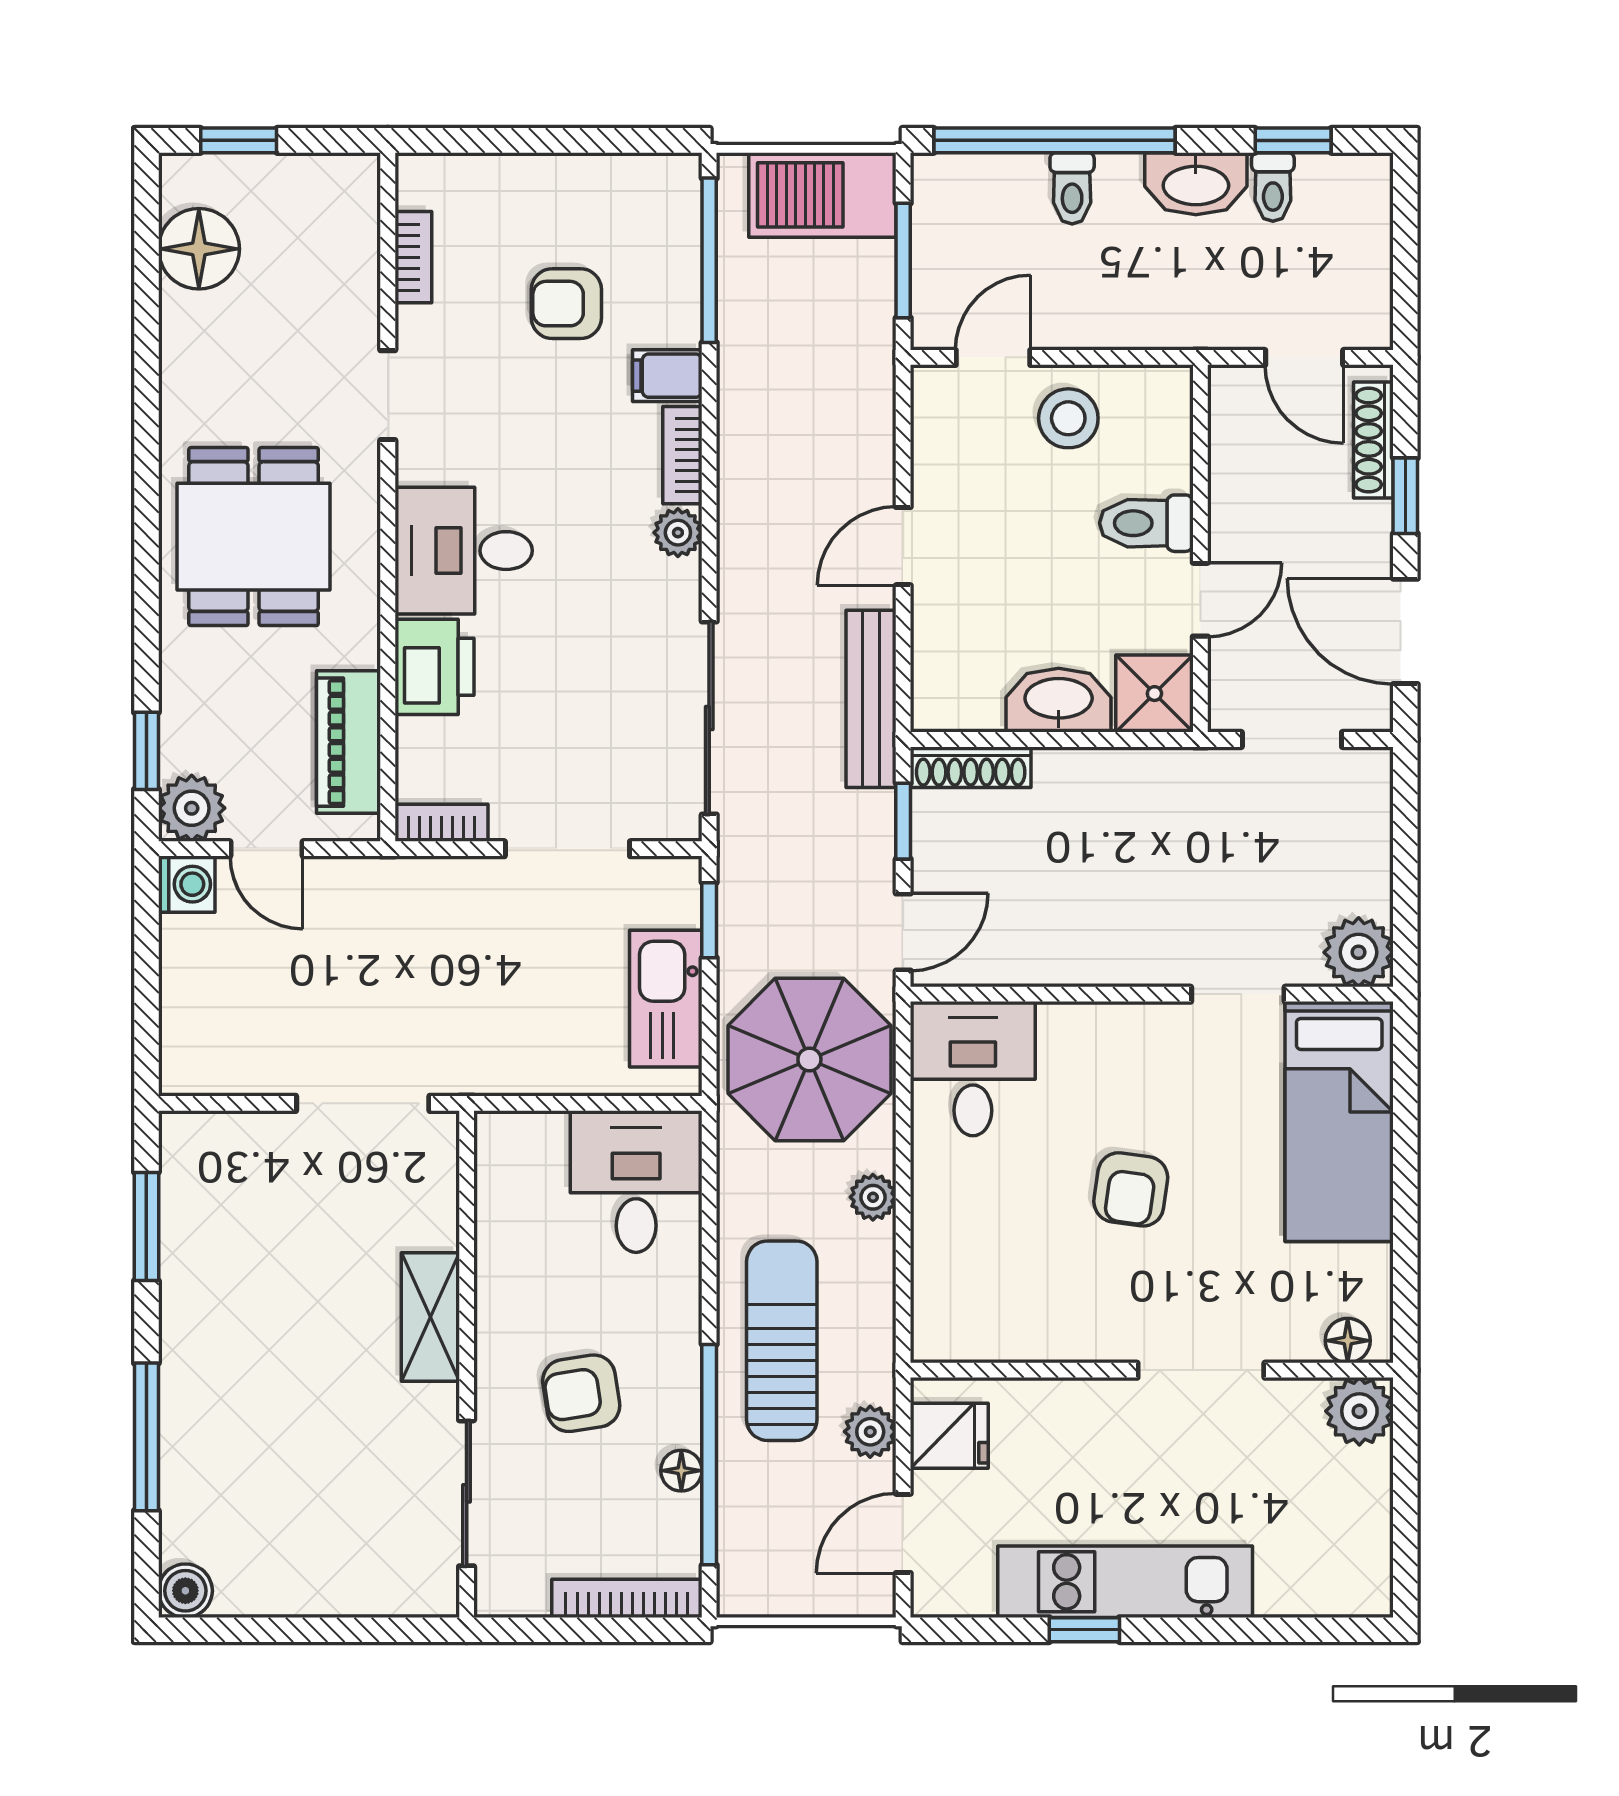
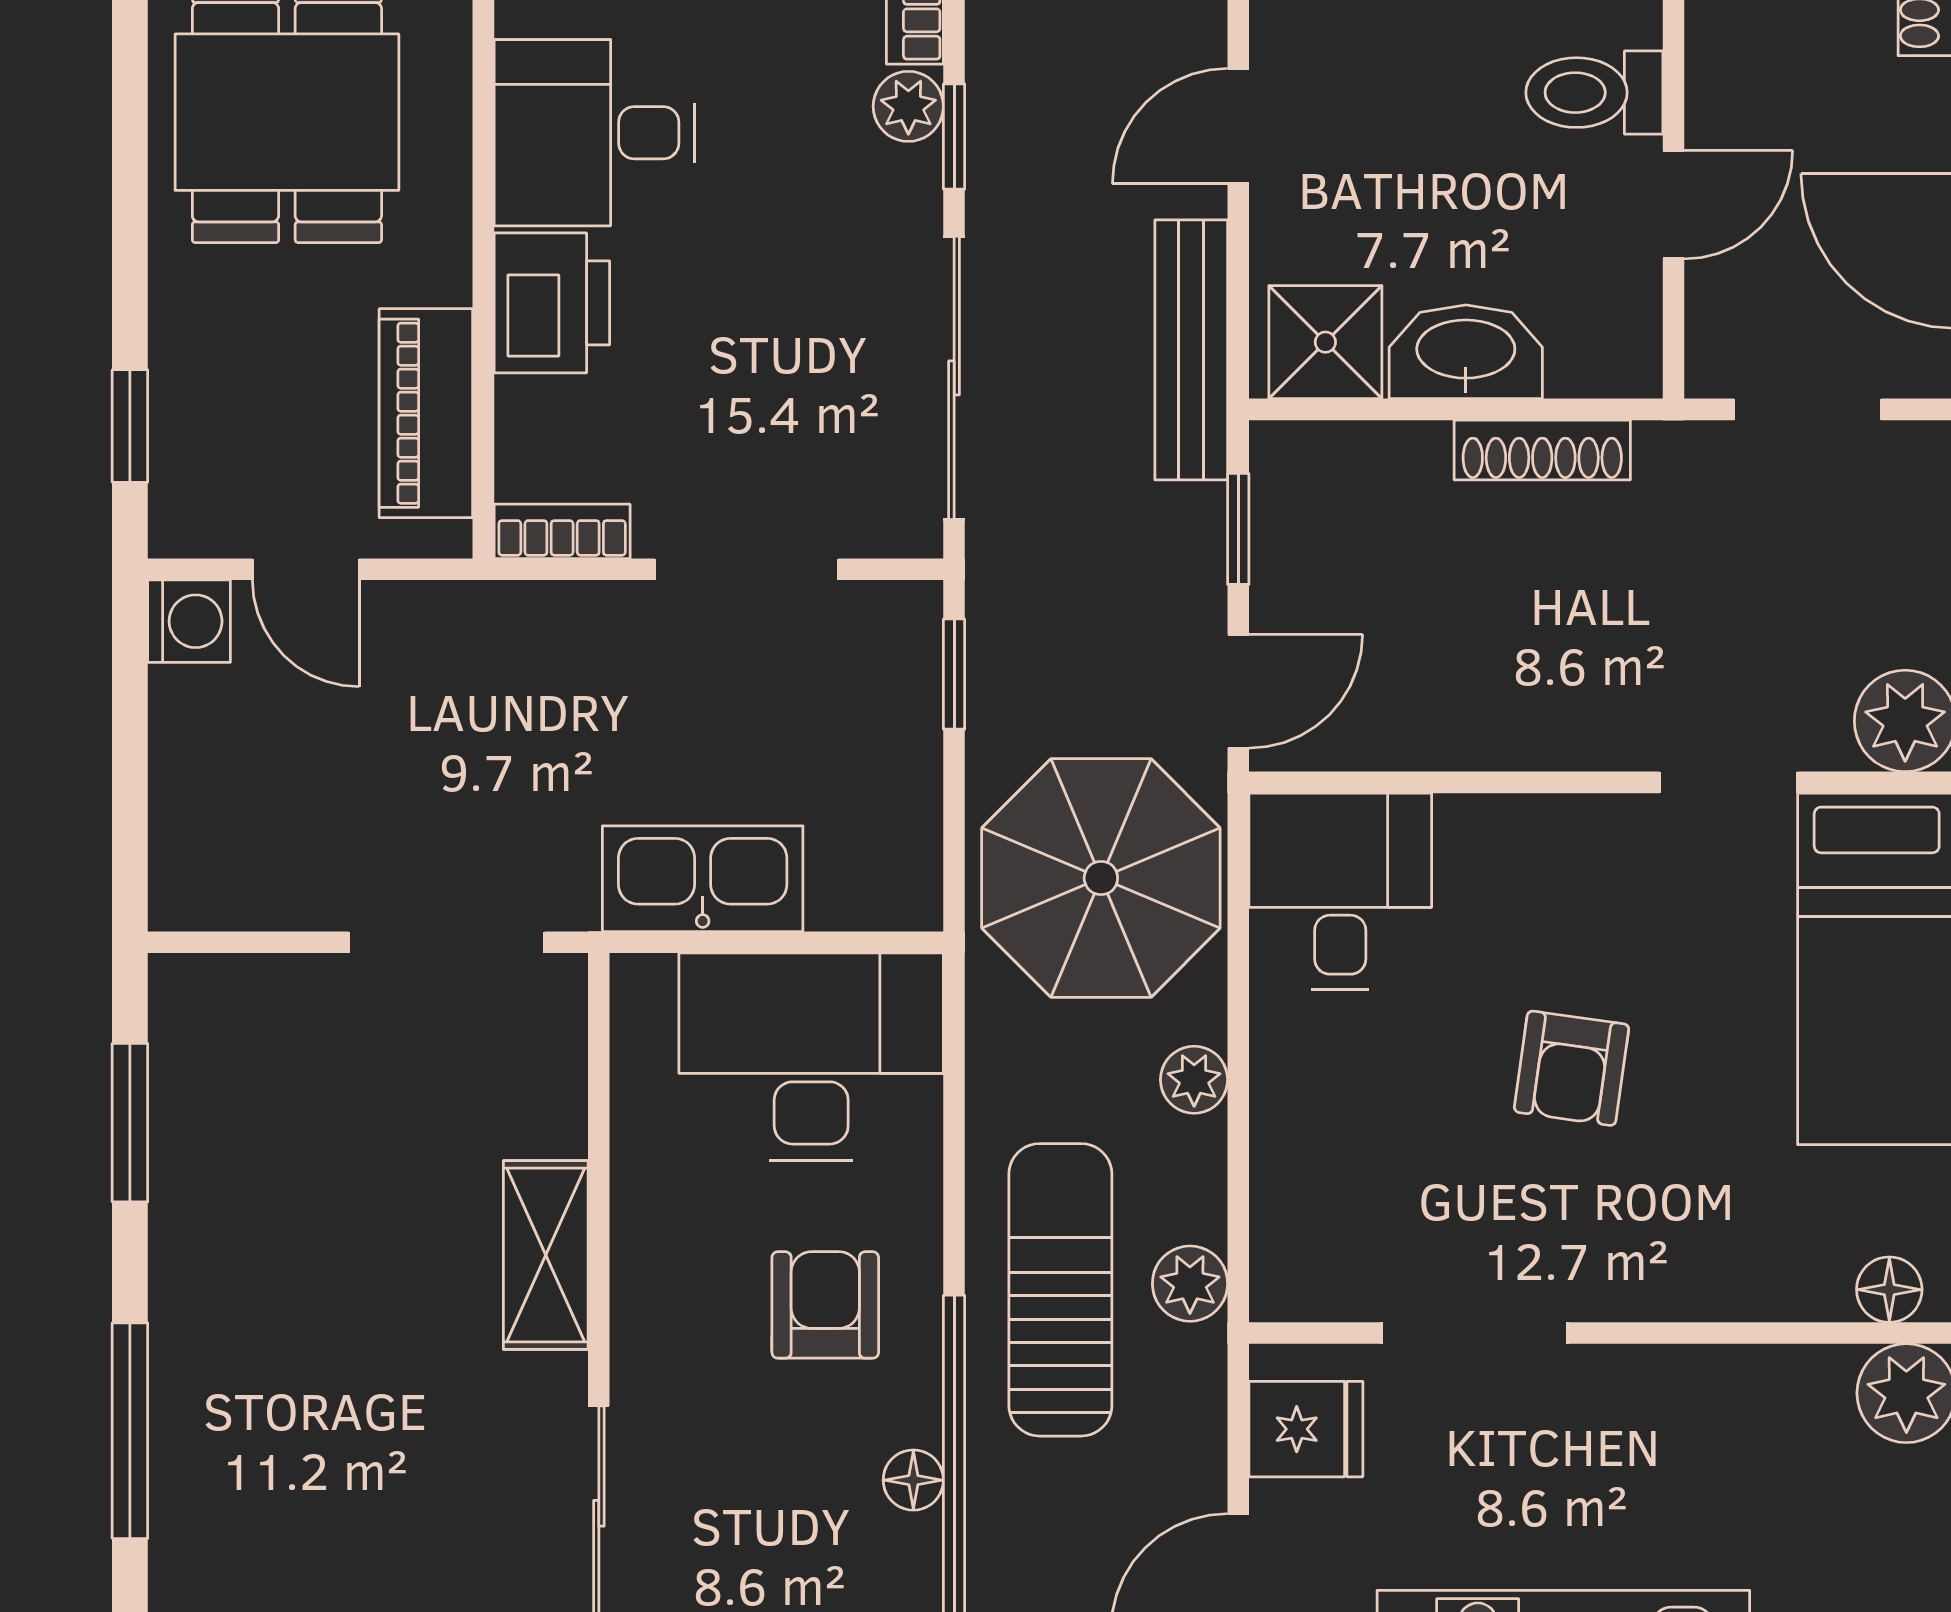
window: (709, 553) -> (954, 136), added
shower: (1154, 694) -> (1325, 342), moved
shoe rack: (971, 767) -> (1542, 450), moved
plant: (192, 808) -> (196, 510), removed
kitchen sink: (666, 999) -> (703, 879), moved, turned 90
desk: (636, 1182) -> (811, 1057), width x1.37
doorway: (1201, 1370) -> (1475, 1333), moved
armchair: (581, 1393) -> (825, 1305), moved, turned 99
plant: (870, 1432) -> (1190, 1284), moved

